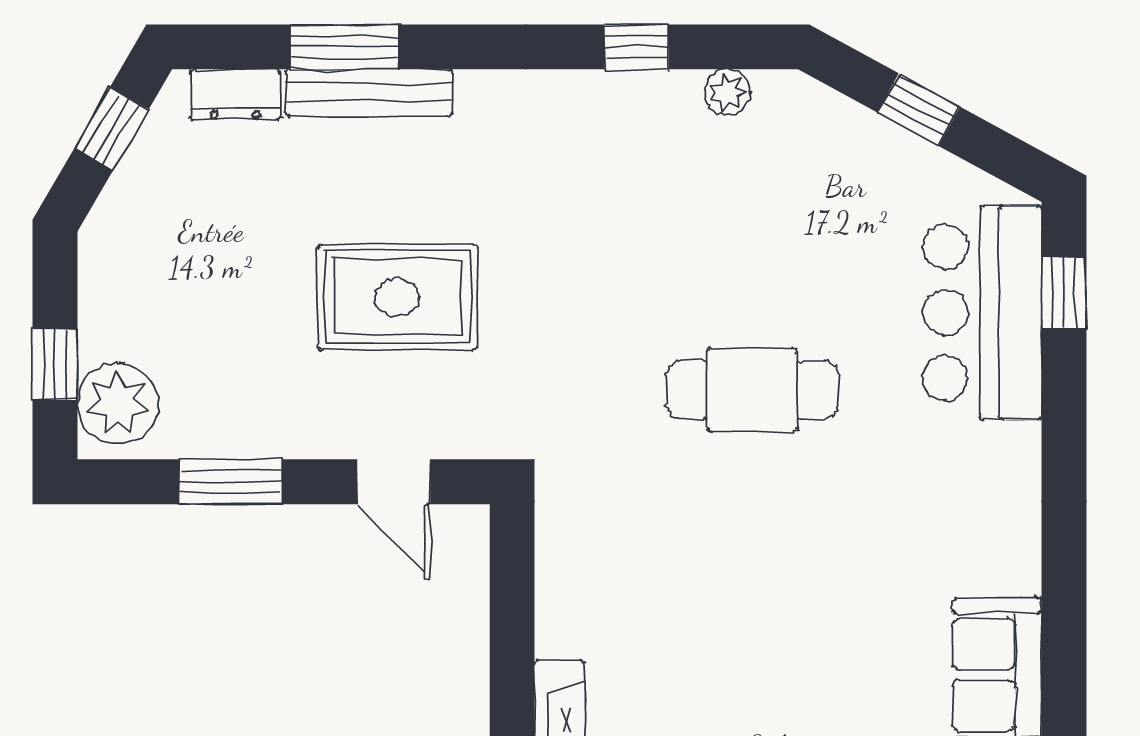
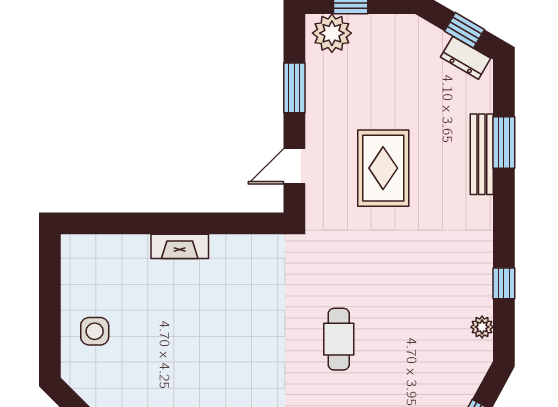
dresser: (235, 95) -> (466, 58), moved, turned -60
cafe table: (752, 390) -> (339, 339), width x0.73, depth x0.74

